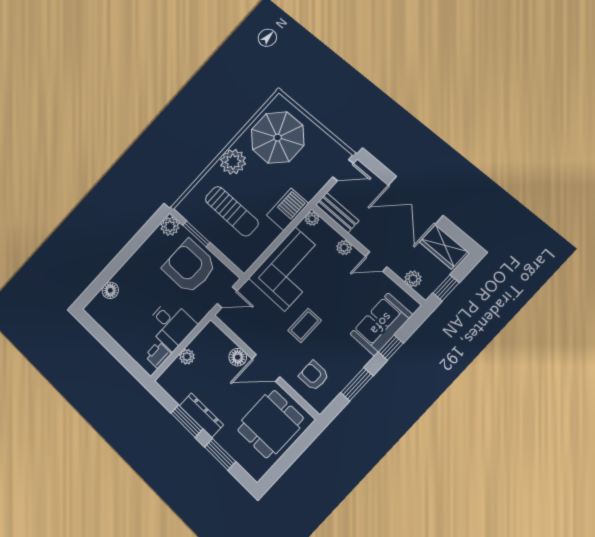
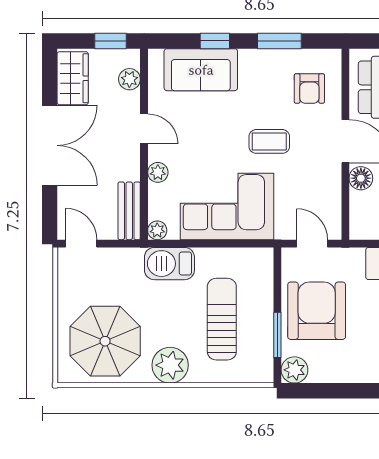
armchair: (190, 267) -> (317, 311), turned 180

